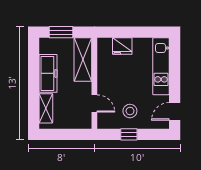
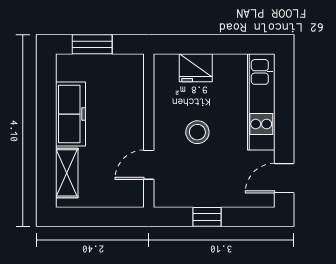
shelving: (83, 60) -> (129, 91), removed
door: (94, 103) -> (149, 165), swing flipped
stool: (130, 111) -> (197, 132), moved

